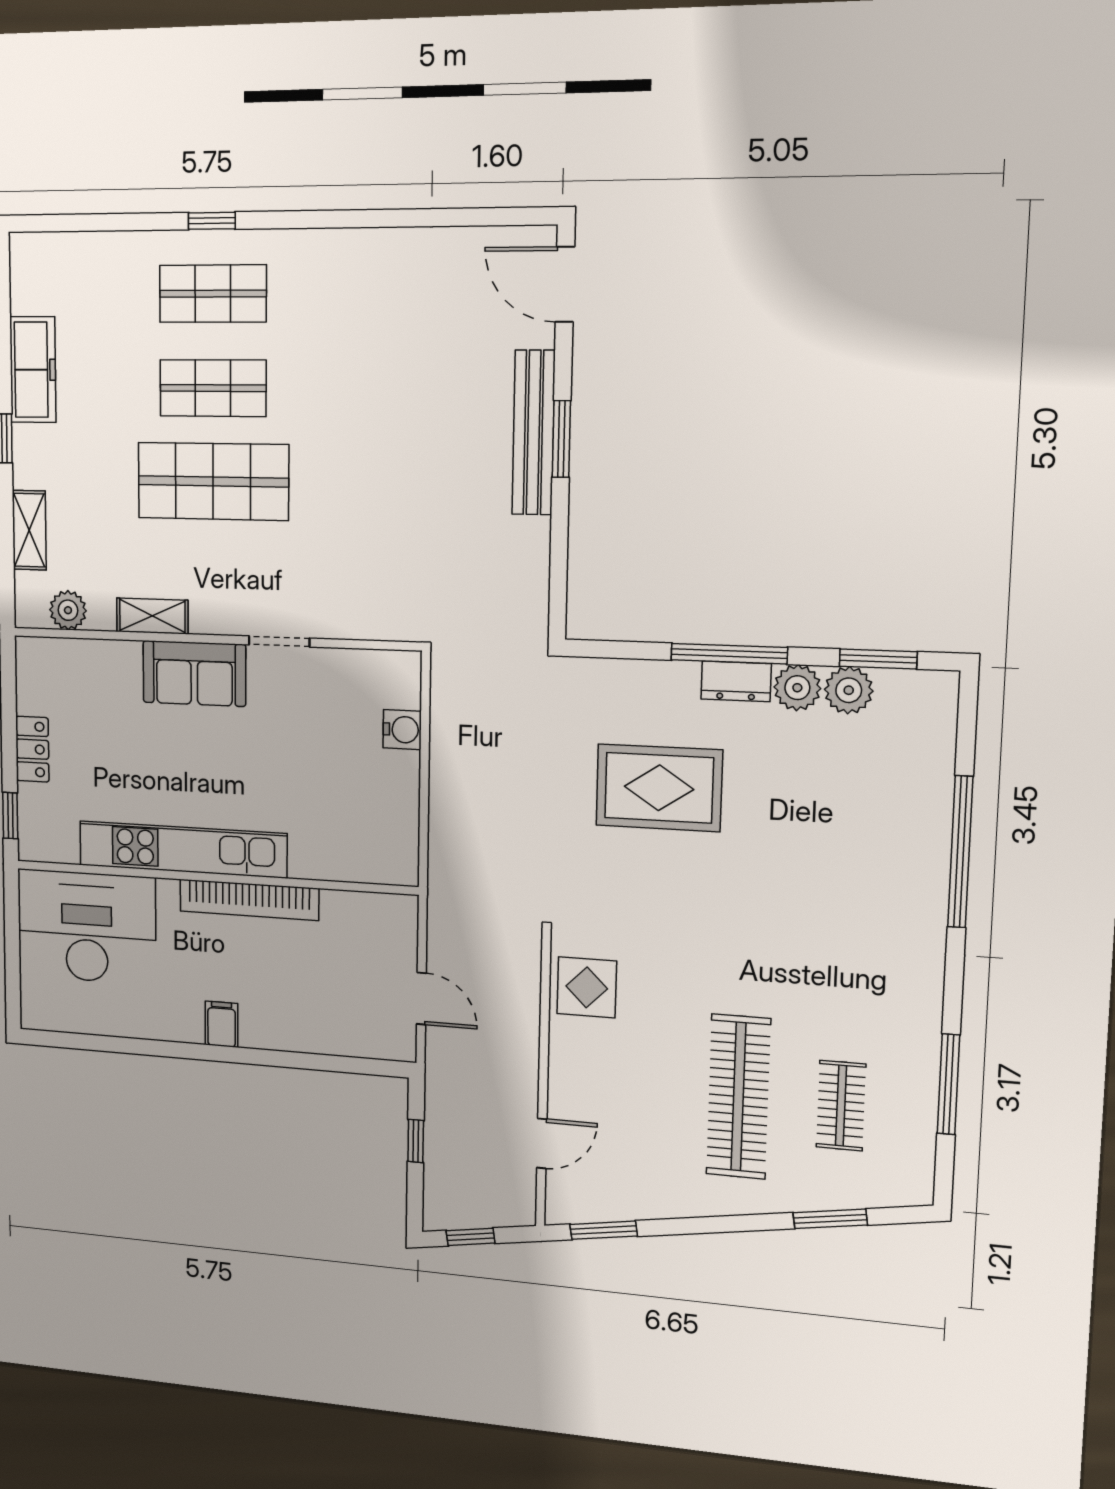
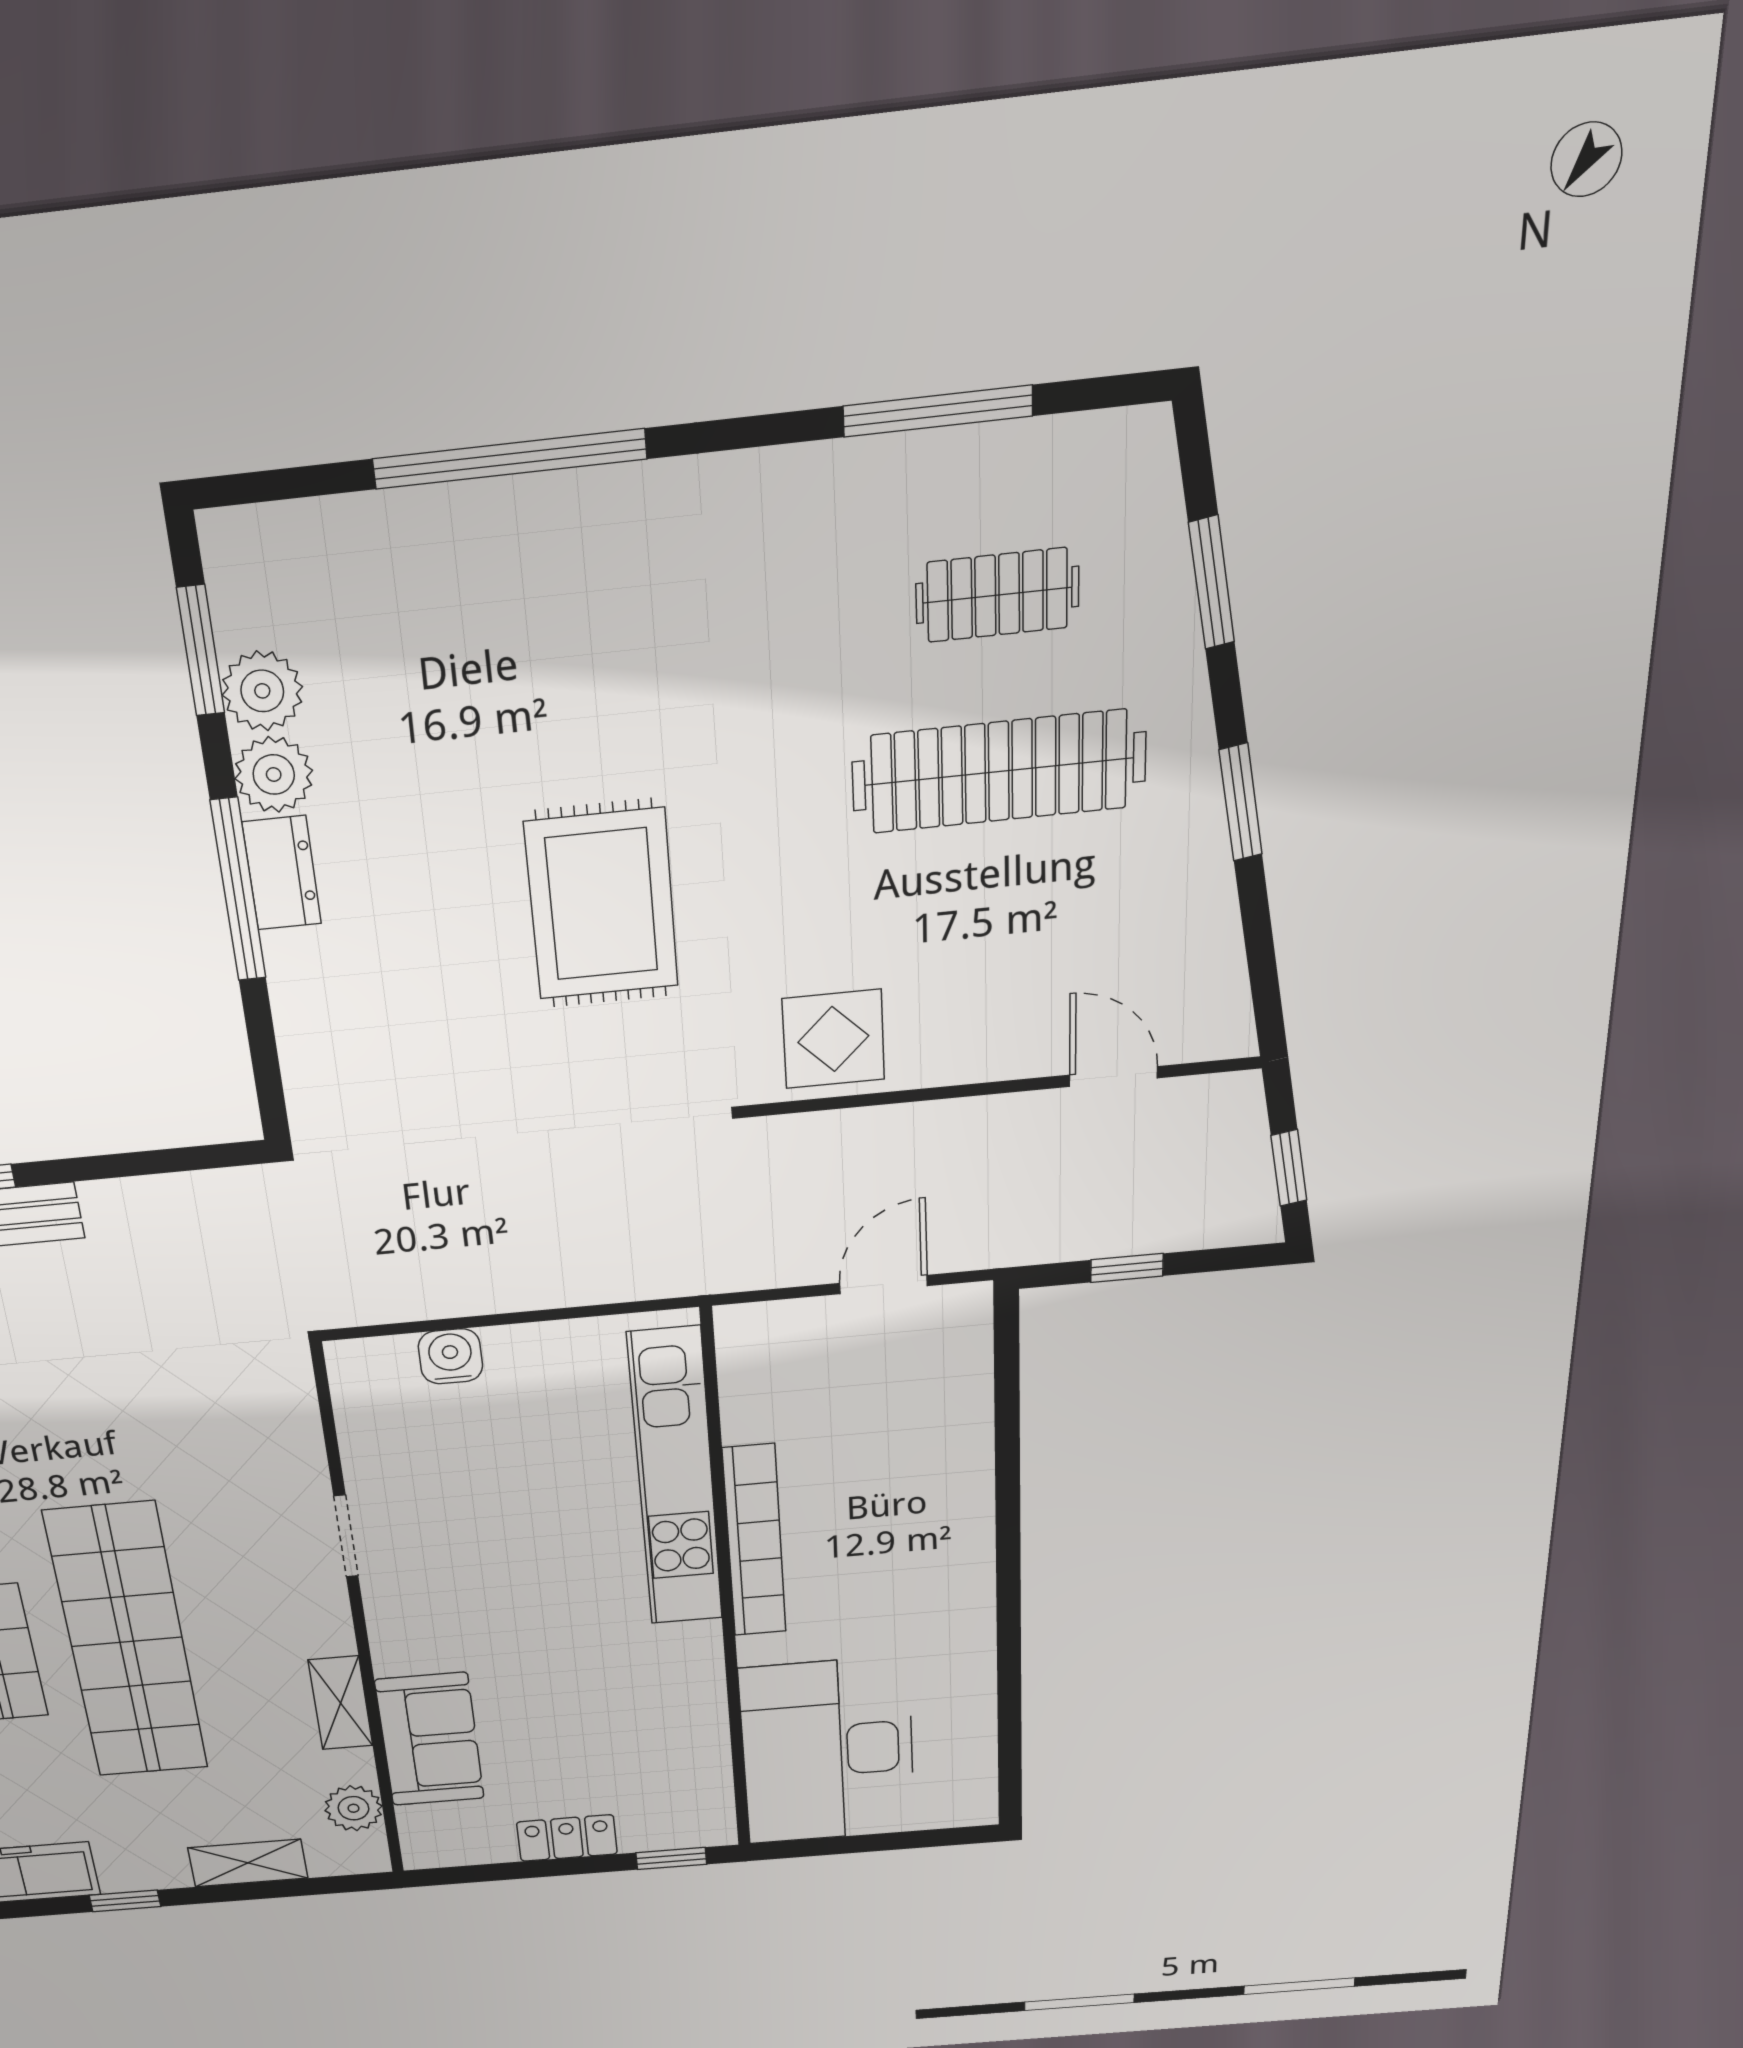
shop shelf: (213, 481) -> (127, 1642), width x1.40
sofa: (194, 673) -> (430, 1739), moved
rug: (659, 788) -> (602, 904), moved
kitchen unit: (182, 849) -> (676, 1479), moved
filing cabinet: (222, 1024) -> (960, 1561), removed
window: (604, 1230) -> (1241, 802), moved

